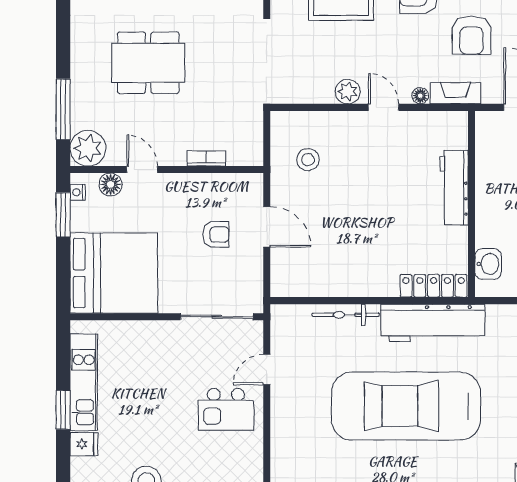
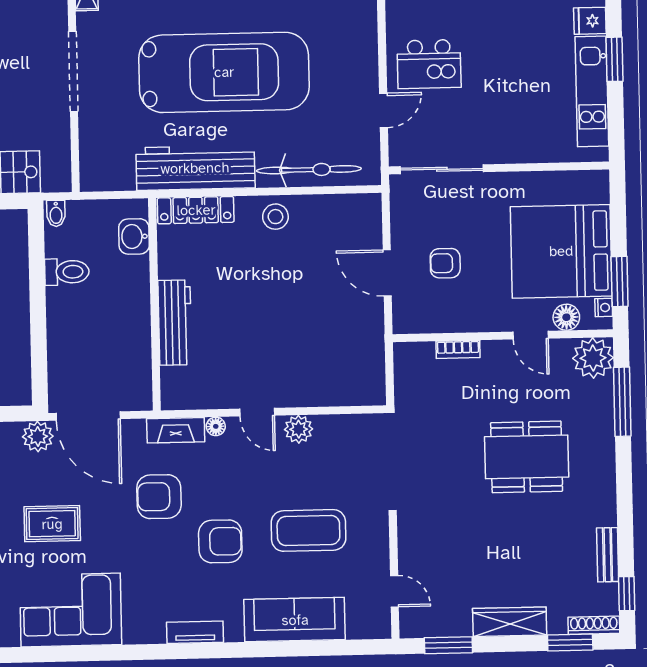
armchair: (471, 35) -> (159, 497), turned -90
stool: (308, 160) -> (275, 217), moved
bed: (114, 273) -> (561, 251), moved
bicycle: (346, 315) -> (309, 170), width x1.37, depth x1.40
kitchen island: (226, 409) -> (429, 64), turned 180

